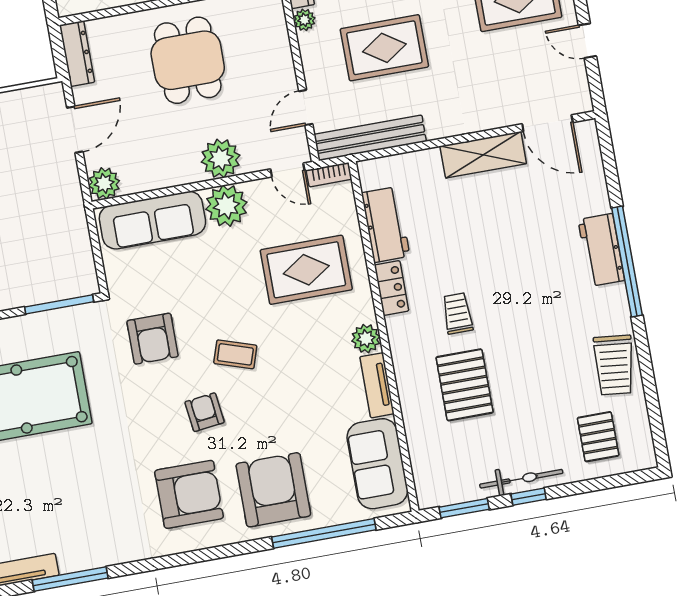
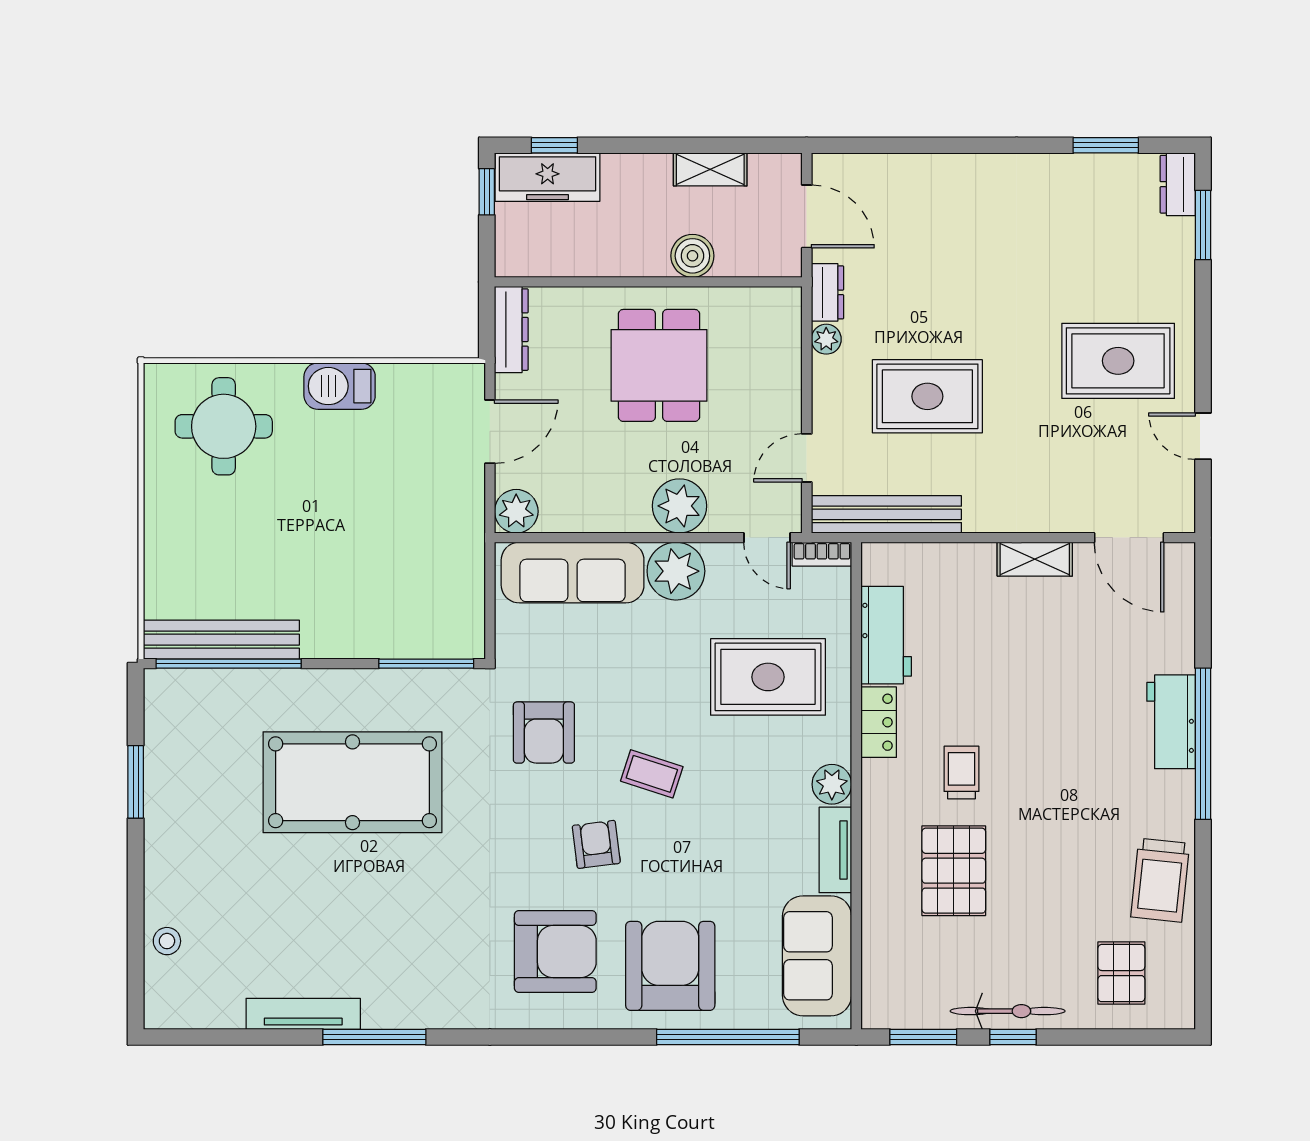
shelving: (483, 155) -> (1035, 559), width x0.67, depth x0.75

